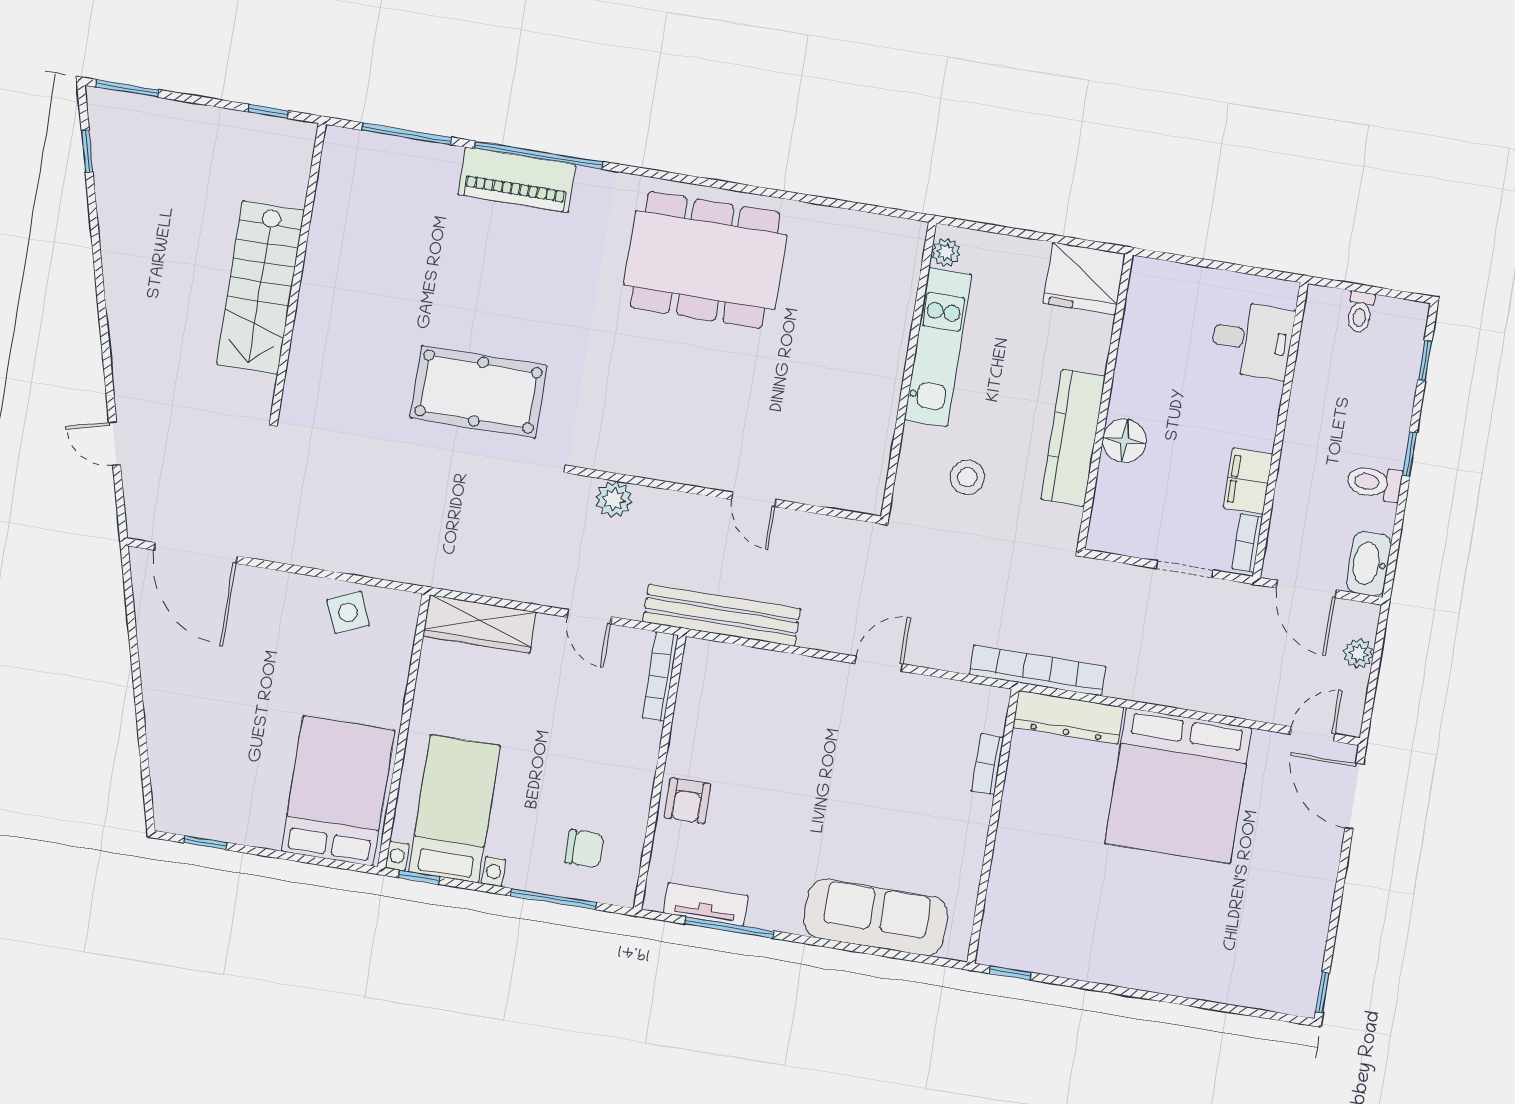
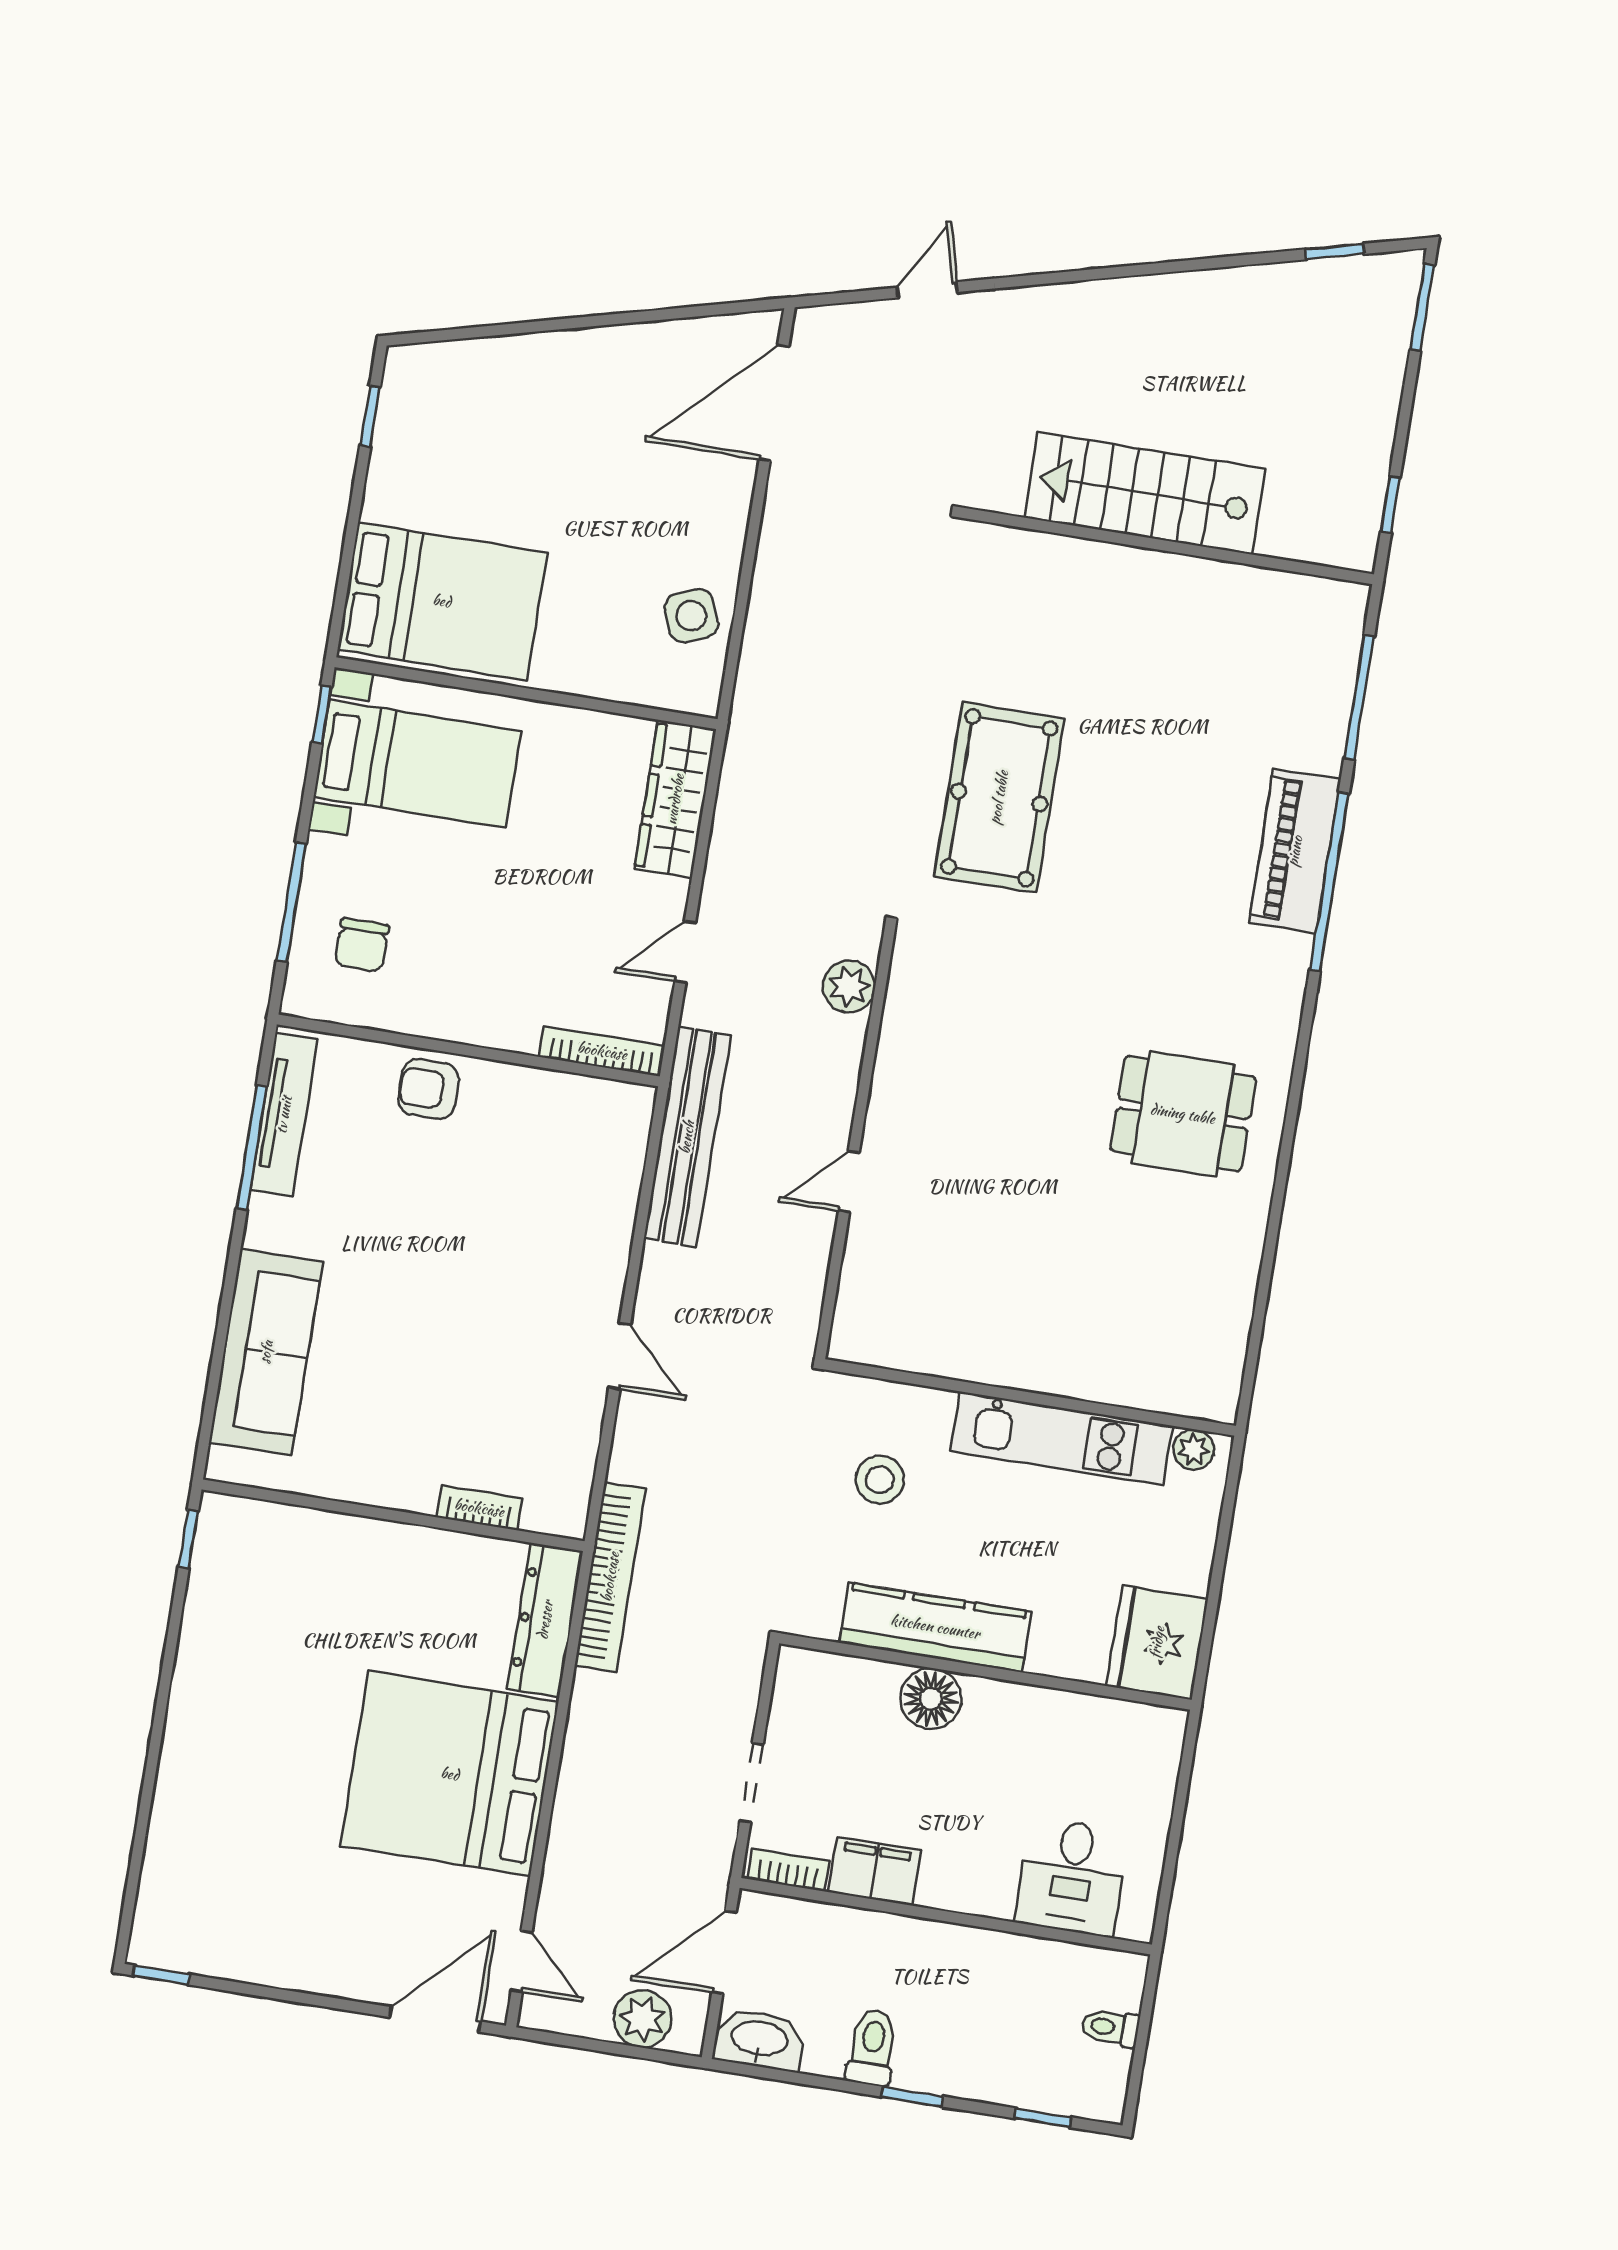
dining table: (705, 260) -> (1183, 1114), width x0.53, depth x0.80
plant: (1359, 654) -> (643, 2019), width x1.38, depth x1.38
tv unit: (706, 904) -> (284, 1115), width x1.41

